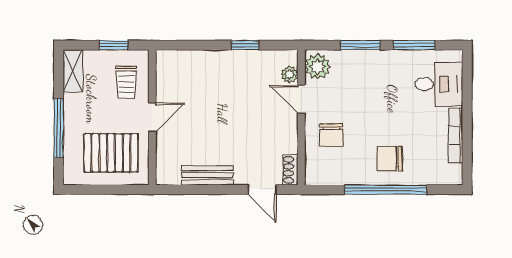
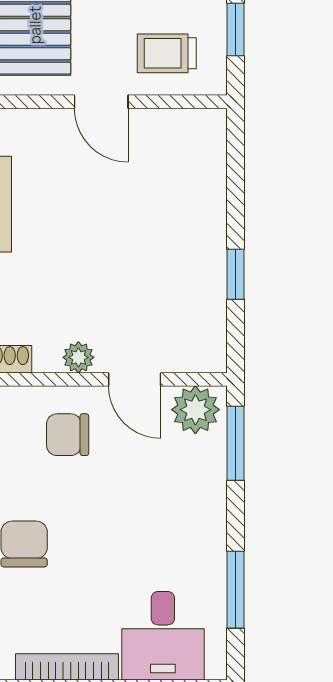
window: (360, 45) -> (235, 443), moved
plant: (289, 74) -> (78, 357), moved
door: (301, 99) -> (135, 379), swing flipped

